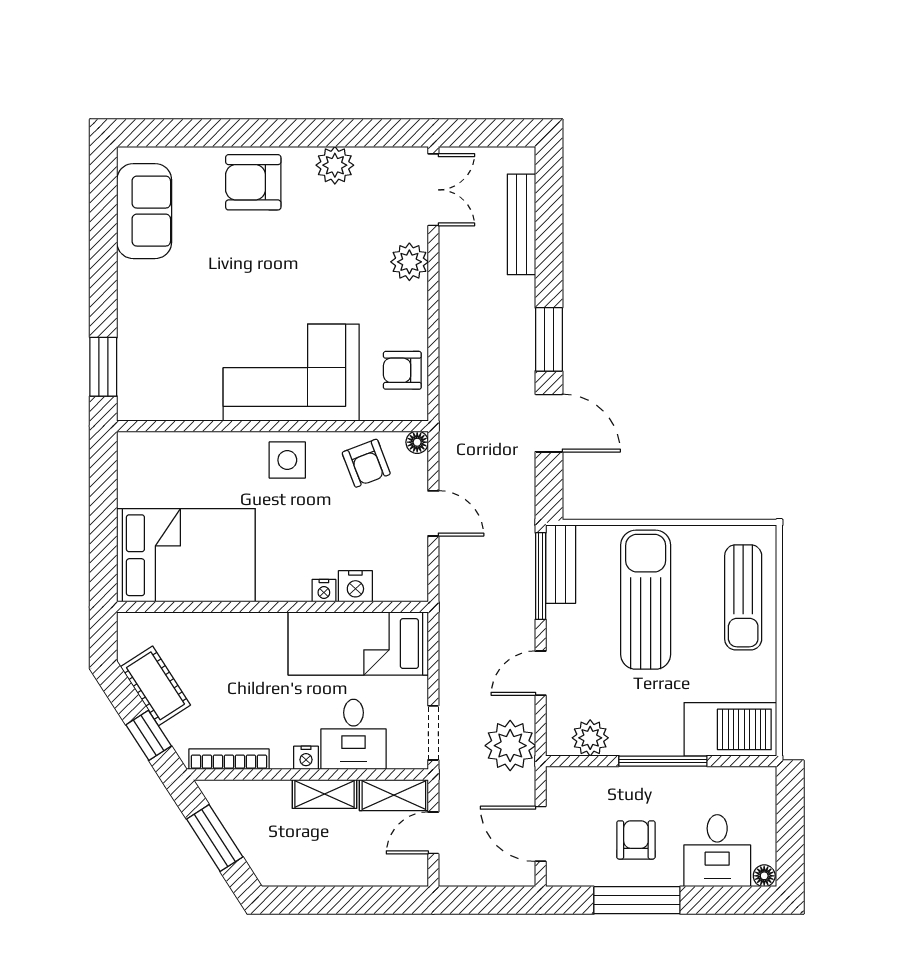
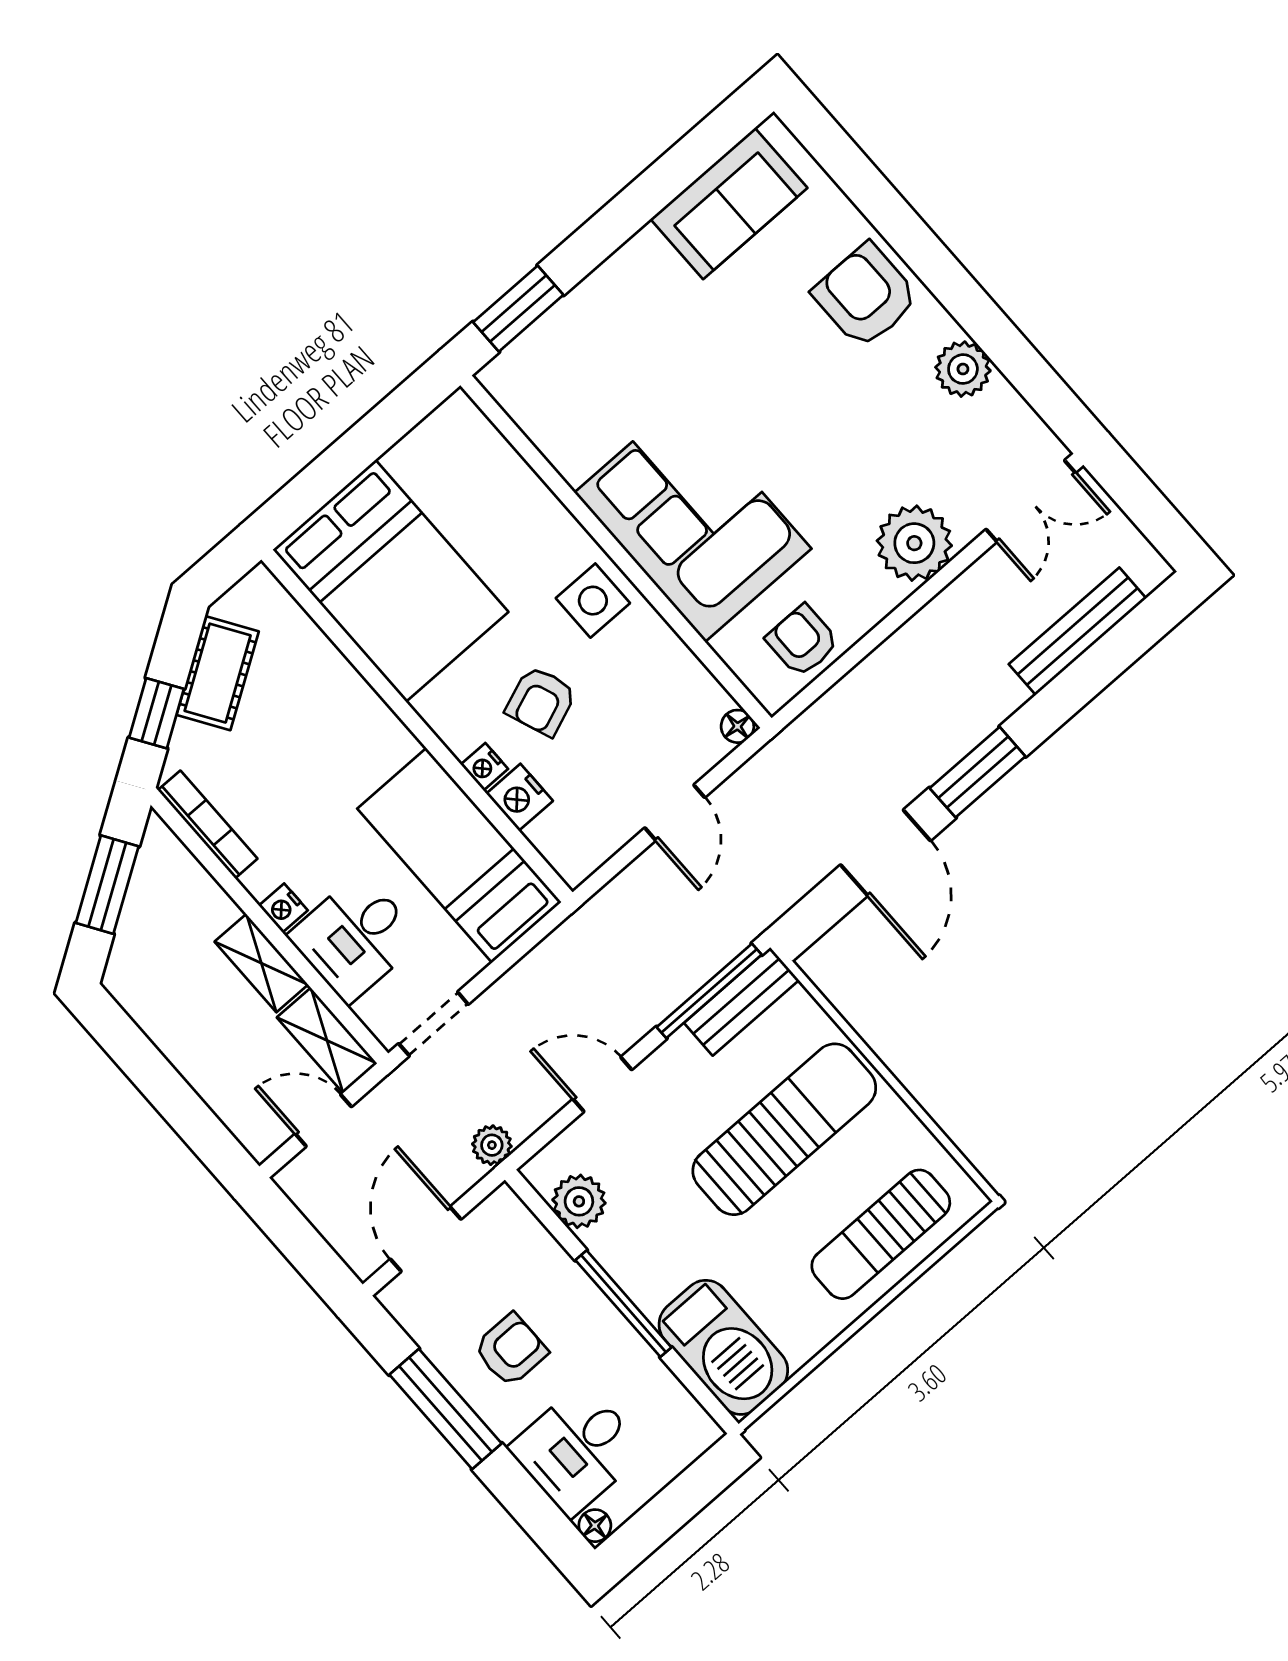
plant: (409, 262) -> (914, 543), width x1.36, depth x1.36
armchair: (366, 463) -> (541, 701), moved
plant: (510, 746) -> (492, 1145), width x0.53, depth x0.53

